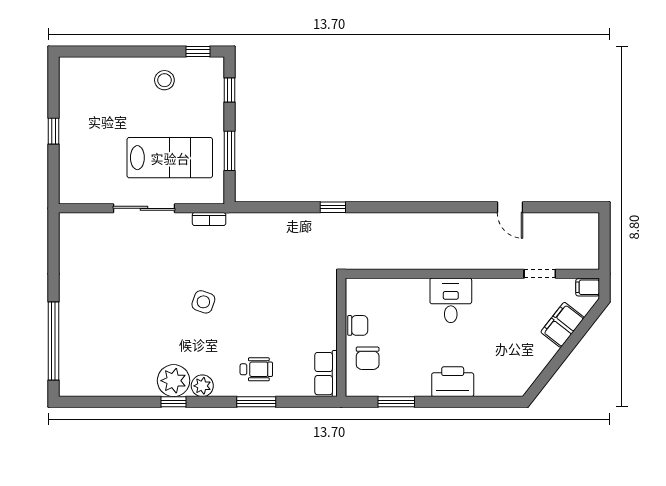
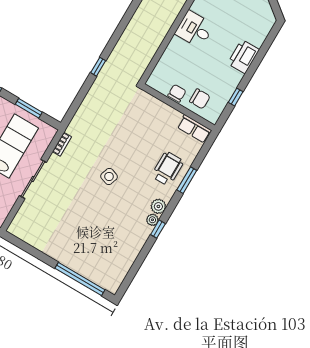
wheelchair: (256, 369) -> (167, 169), width x1.36, depth x1.37
plant: (174, 381) -> (152, 220), width x0.53, depth x0.53
window: (396, 402) -> (236, 97), width x0.67

